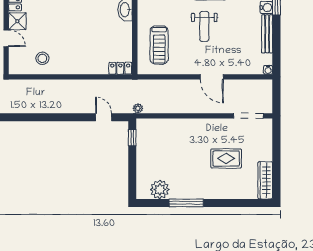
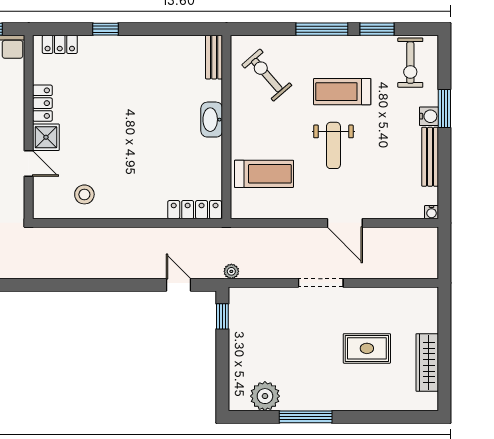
treadmill: (159, 45) -> (264, 174), turned -90
locker: (120, 68) -> (195, 210), width x1.53
doorway: (248, 116) -> (321, 283), moved
wardrobe: (265, 180) -> (427, 362), moved

